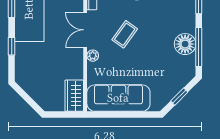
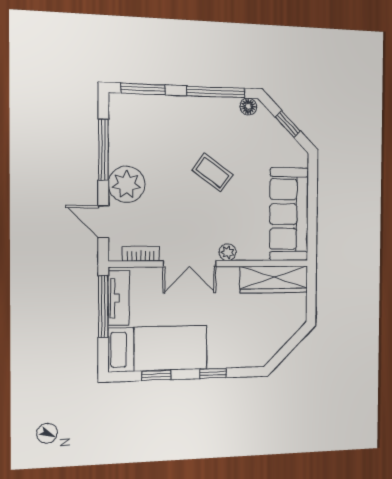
coffee table: (125, 34) -> (213, 172), moved
floor lamp: (185, 44) -> (248, 106), moved, width x0.53, depth x0.53
wardrobe: (74, 96) -> (274, 279), width x1.50

